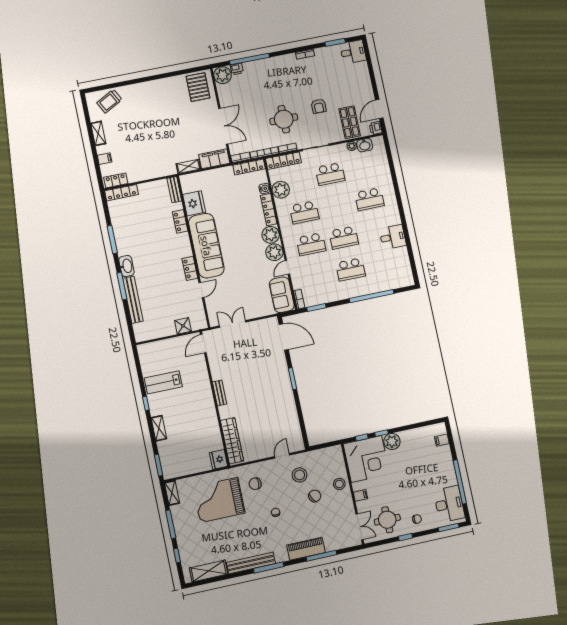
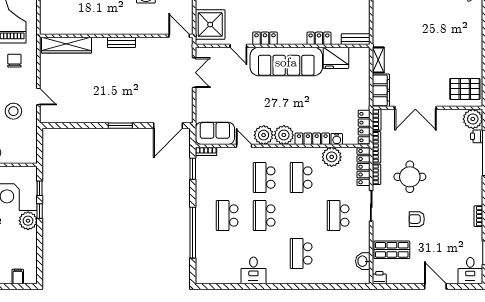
door: (379, 109) -> (435, 286), moved
plant: (352, 146) -> (365, 246), removed
shower: (183, 326) -> (210, 25), width x1.86, depth x1.86
fridge: (219, 459) -> (49, 26), removed

